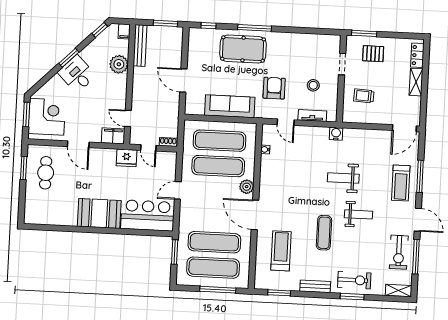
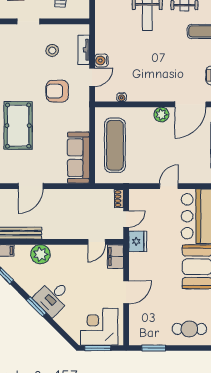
door: (183, 80) -> (31, 186), moved
sofa: (230, 106) -> (78, 158), moved
water cooler: (336, 134) -> (101, 61), moved
exercise mat: (218, 166) -> (141, 145), removed
cafe table: (46, 173) -> (189, 329), moved
door: (178, 190) -> (169, 186), swing flipped

